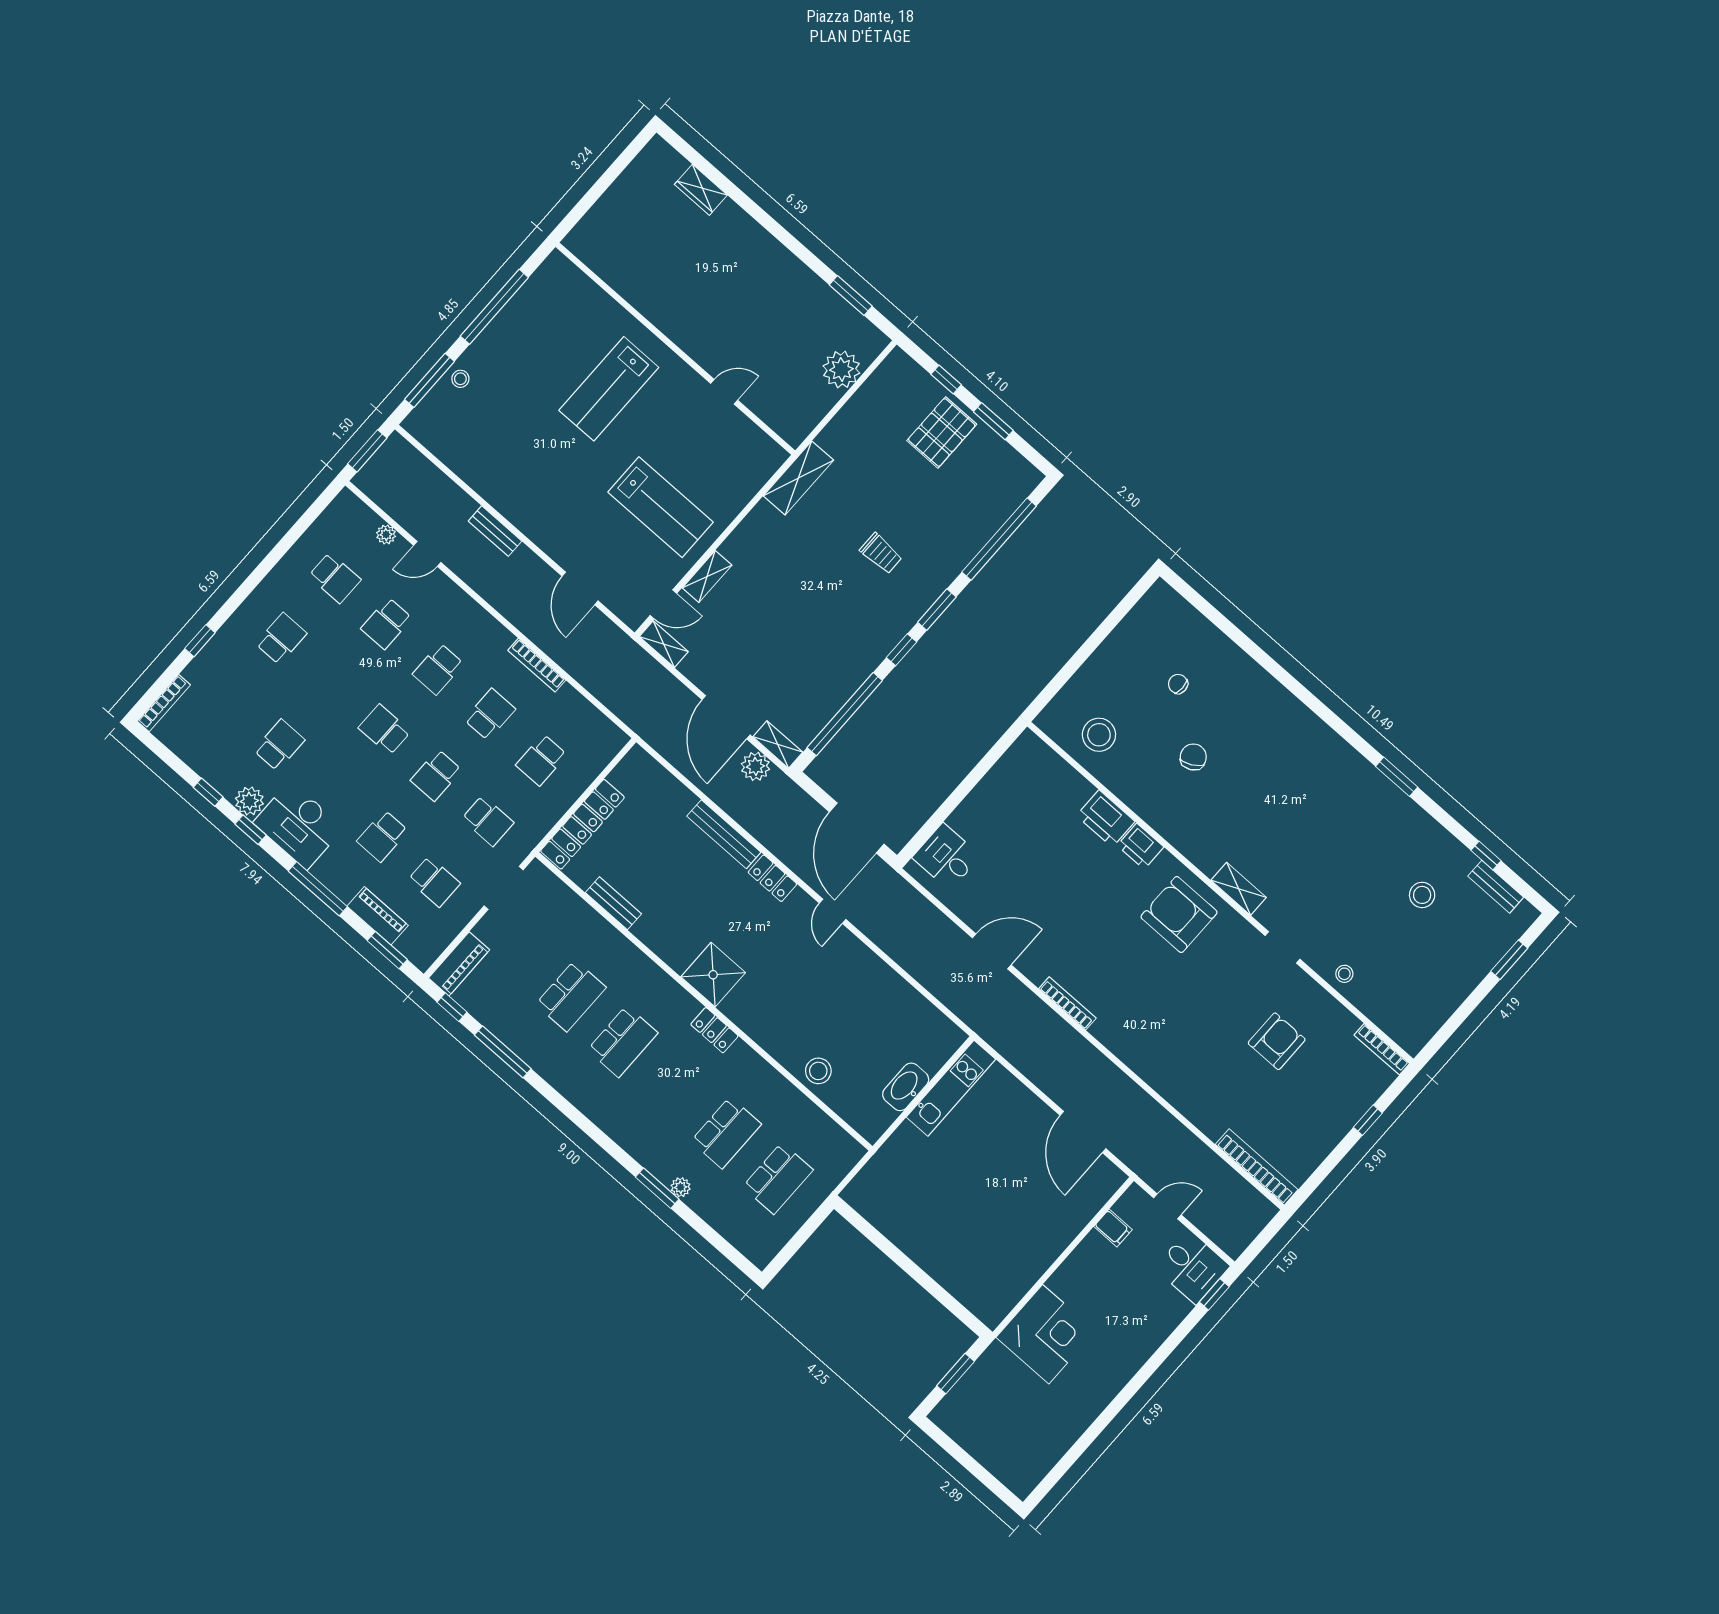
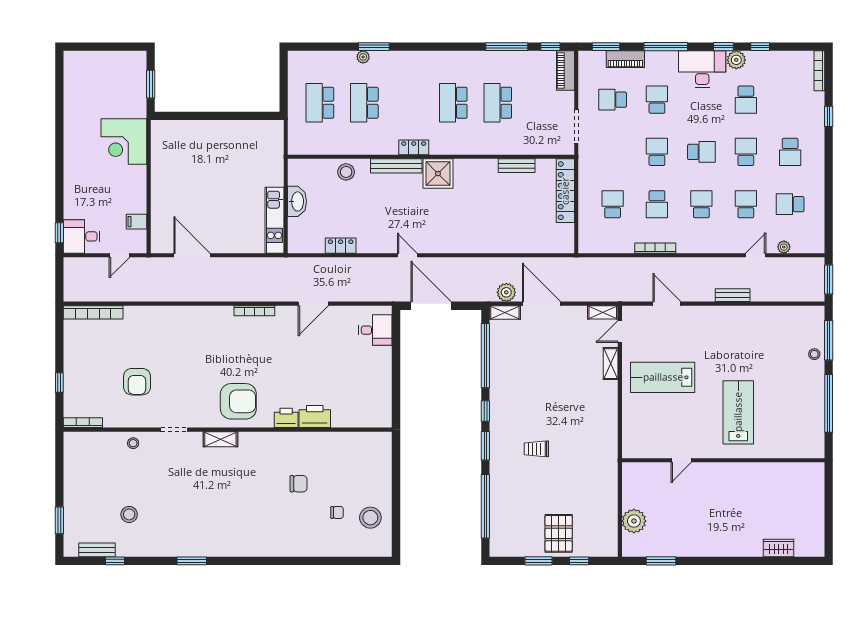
shelving: (798, 478) -> (608, 450), removed
stool: (1099, 735) -> (370, 518), moved
chair: (1193, 757) -> (299, 484), turned -62
school desk: (488, 821) -> (746, 152), moved, turned 90
bench: (724, 834) -> (396, 166), moved
locker: (772, 878) -> (341, 246), moved

